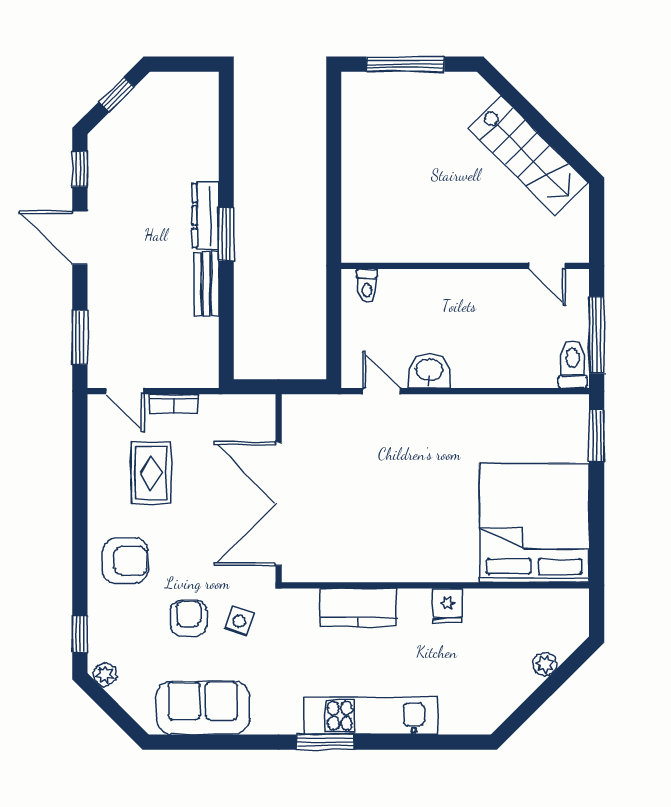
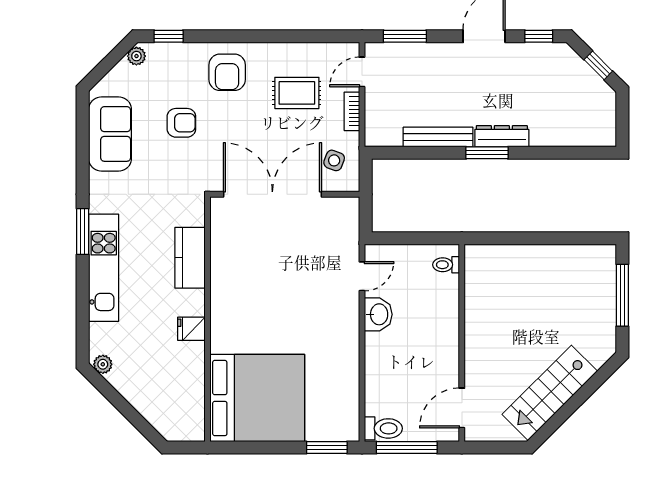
door: (547, 266) -> (462, 408), width x1.38
bench: (207, 284) -> (438, 137), width x1.36
side table: (239, 621) -> (334, 160), moved
plant: (545, 664) -> (103, 364), moved

